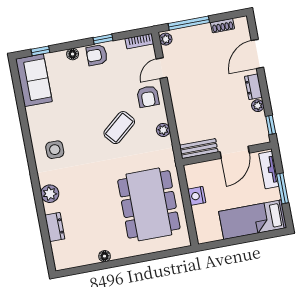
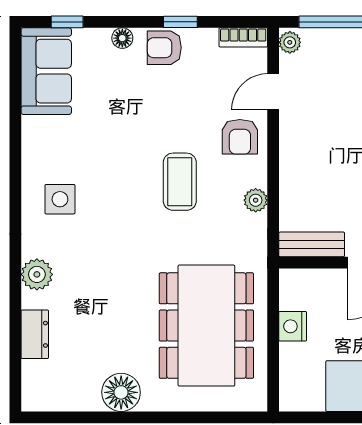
coffee table: (119, 128) -> (180, 182), turned -50
floor lamp: (105, 256) -> (121, 392), width x1.89, depth x1.89

